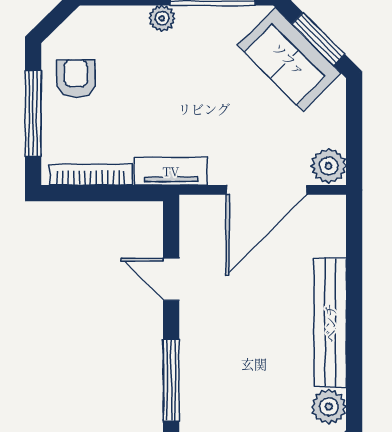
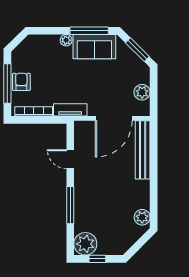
sofa: (289, 59) -> (94, 47), moved, turned -45
armchair: (76, 79) -> (21, 82), moved
plant: (329, 166) -> (142, 92), moved
bench: (330, 323) -> (143, 150), moved

